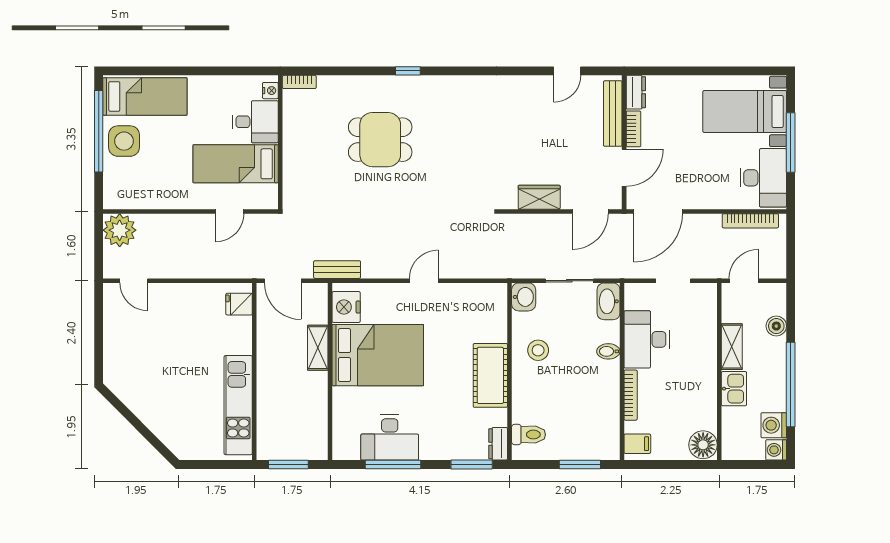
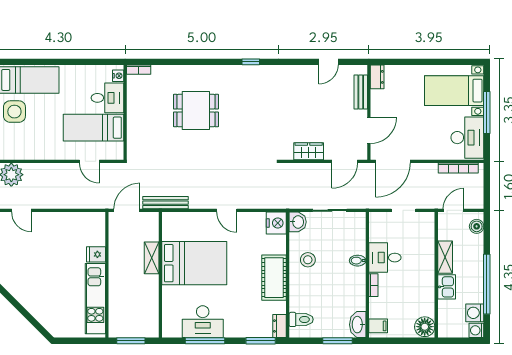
window: (408, 71) -> (251, 62), moved
bench: (613, 114) -> (361, 92), width x0.73
bookcase: (634, 129) -> (375, 103), removed
door: (230, 211) -> (89, 161), hinge flipped
bench: (337, 270) -> (165, 203), width x1.36
door: (283, 281) -> (127, 210), swing flipped
door: (424, 281) -> (227, 210), swing flipped
washbasin: (609, 301) -> (358, 325), moved
fridge: (239, 304) -> (96, 254), moved
nightstand: (346, 307) -> (276, 223), moved, turned 180
boiler: (776, 326) -> (477, 226), moved
desk: (647, 339) -> (385, 258), width x0.73
bookcase: (631, 395) -> (373, 285), width x0.64

